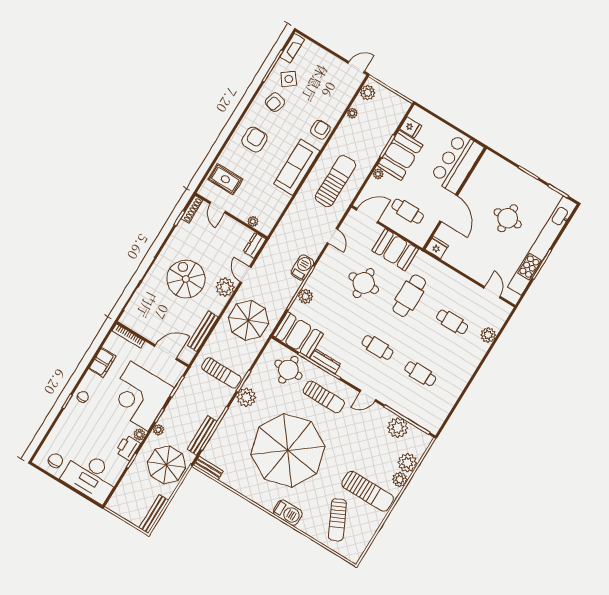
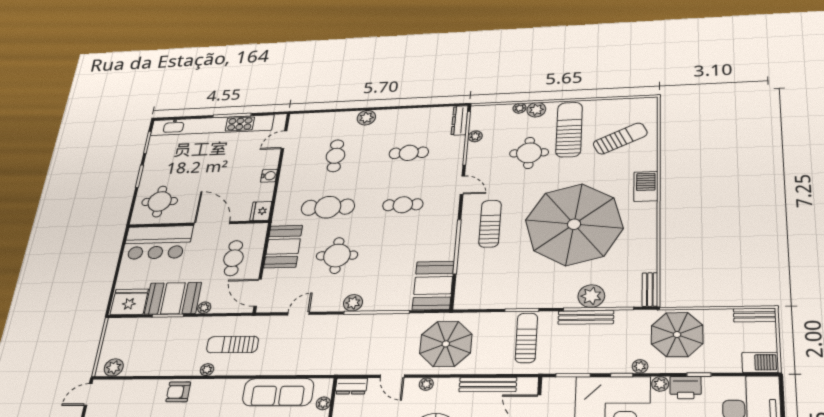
door: (356, 67) -> (88, 394), hinge flipped
plant: (352, 113) -> (207, 370), moved
fridge: (411, 127) -> (129, 302), width x1.88, depth x1.34
sofa: (297, 167) -> (278, 392), moved
sun lounger: (335, 181) -> (232, 345), width x0.73, depth x0.75
door: (449, 208) -> (212, 223), hinge flipped
round table: (508, 218) -> (160, 201), moved
barbecue: (302, 267) -> (760, 362), moved, turned 180
water cooler: (465, 267) -> (269, 176), added
door: (246, 275) -> (392, 376), hinge flipped
plant: (225, 287) -> (426, 384), width x0.53, depth x0.53
plant: (305, 296) -> (353, 303), moved
plant: (488, 335) -> (366, 118), moved
cafe table: (377, 347) -> (403, 205), turned 90
dresser: (325, 361) -> (460, 120), moved
round table: (288, 370) -> (529, 153), moved
cafe table: (420, 374) -> (409, 153), turned 90
plant: (246, 397) -> (591, 296), moved
plant: (398, 428) -> (475, 136), width x0.53, depth x0.53
bench: (202, 435) -> (586, 317), moved
plant: (407, 463) -> (519, 108), width x0.53, depth x0.53
bench: (154, 514) -> (755, 315), width x0.73

